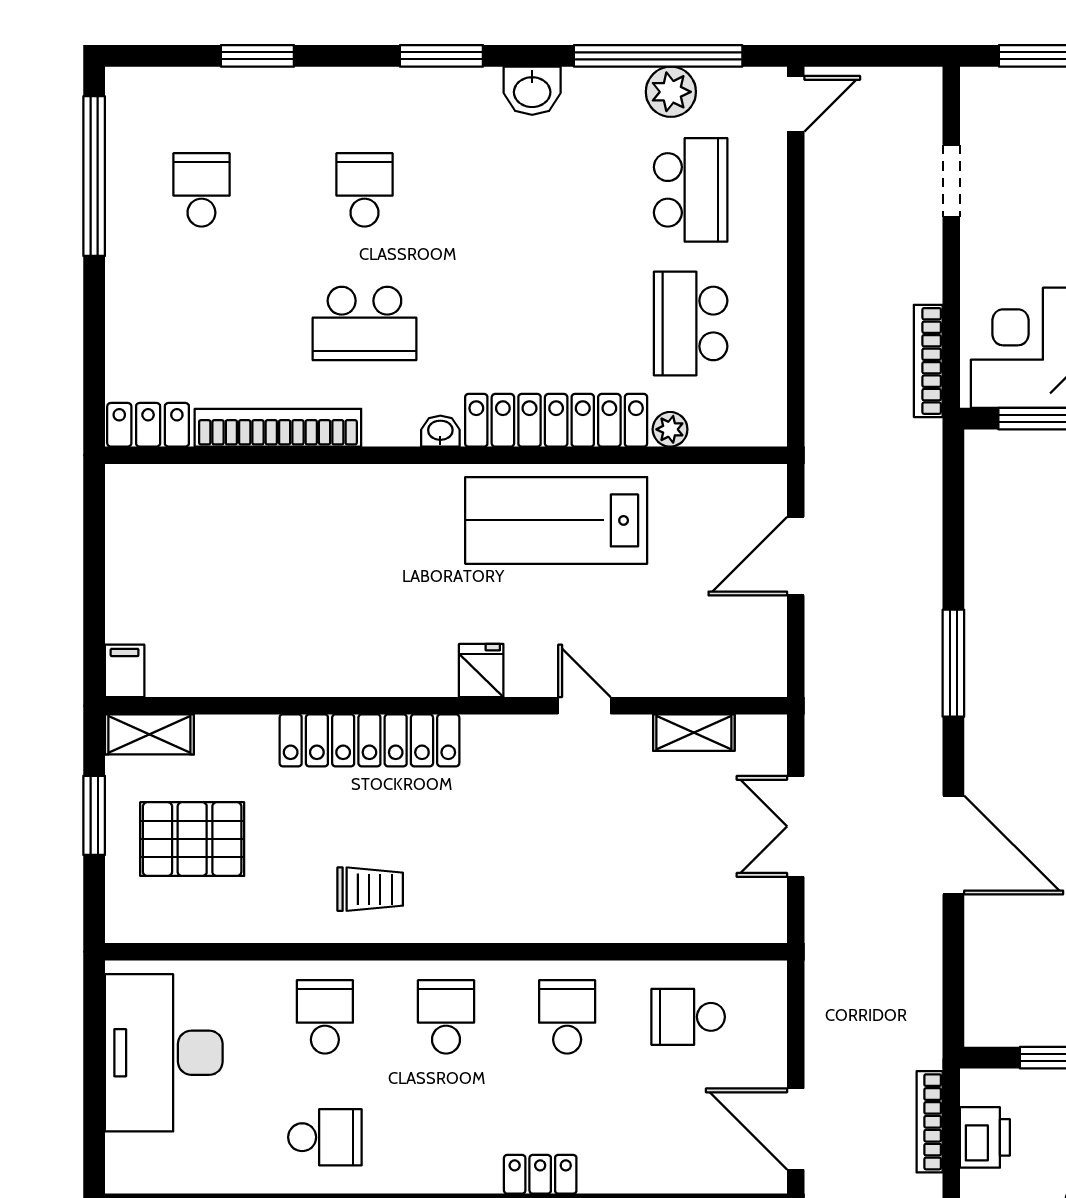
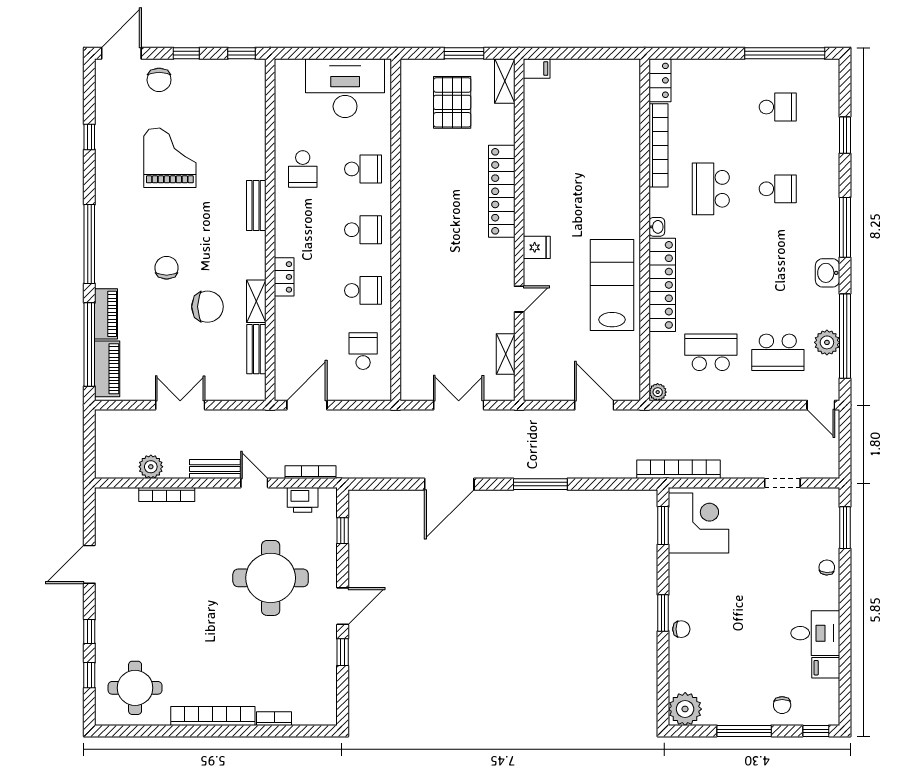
window: (441, 56) -> (845, 227), width x1.44
bookcase: (928, 361) -> (678, 469), width x1.48, depth x1.31
plant: (670, 429) -> (658, 392), moved
trolley: (370, 889) -> (427, 192), removed

